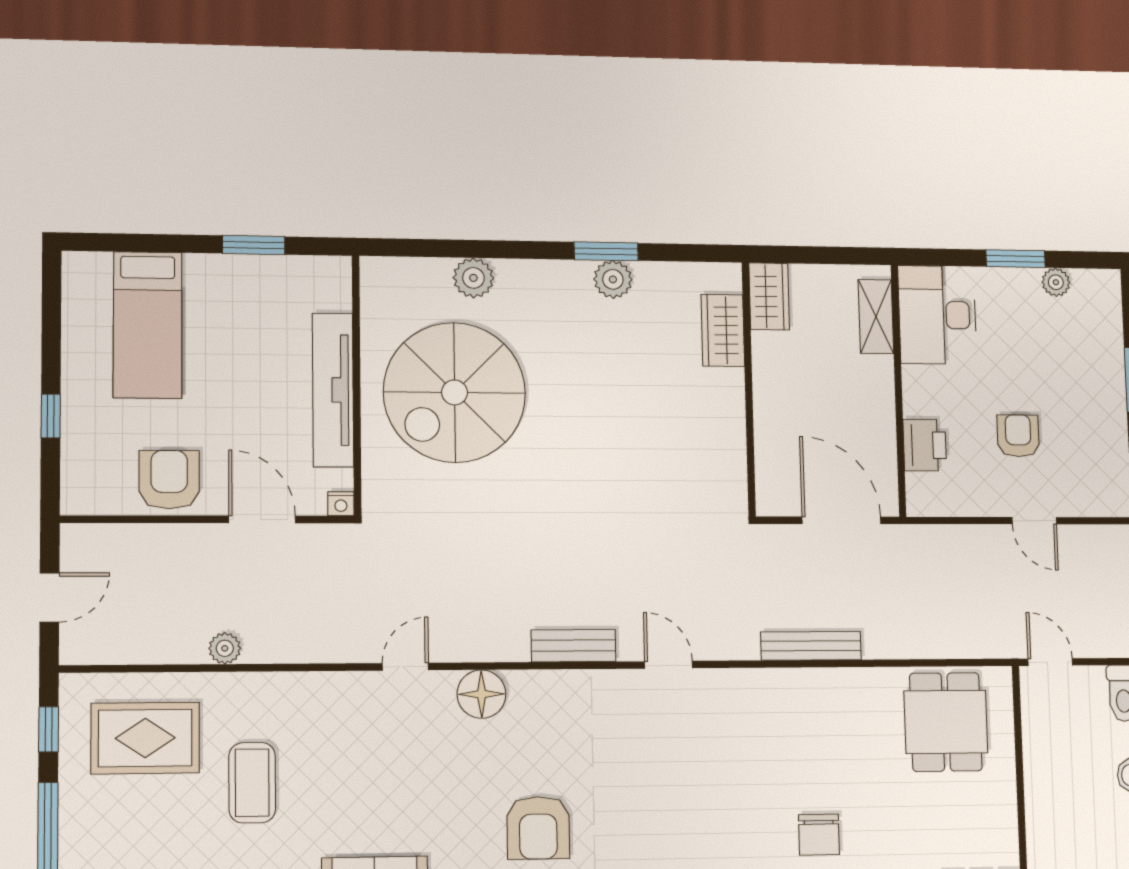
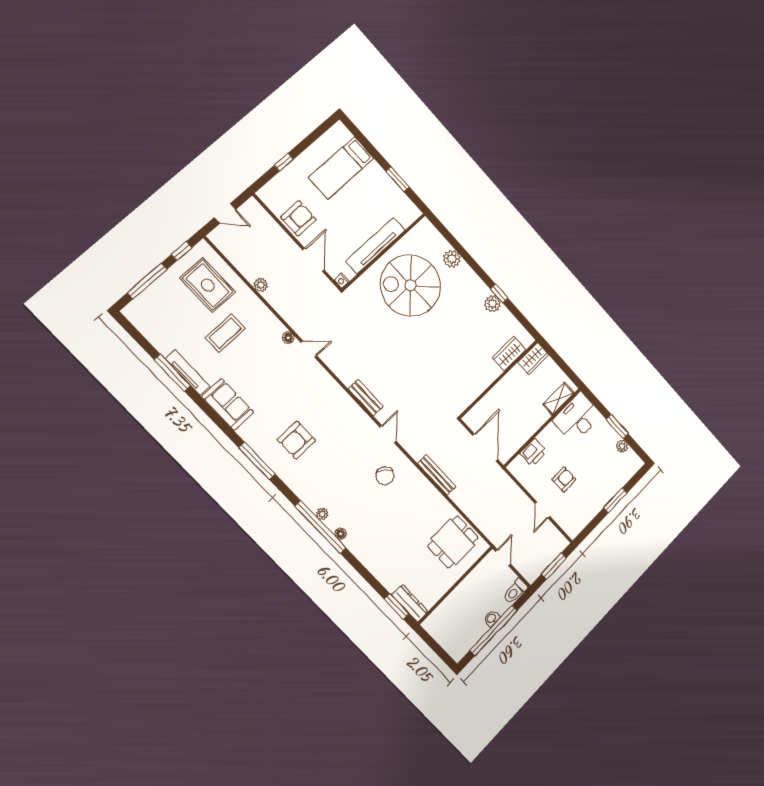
window: (606, 251) -> (499, 293), width x0.67
floor lamp: (481, 694) -> (288, 338), moved, width x0.53, depth x0.53
chair: (819, 835) -> (385, 476), moved, turned -53

